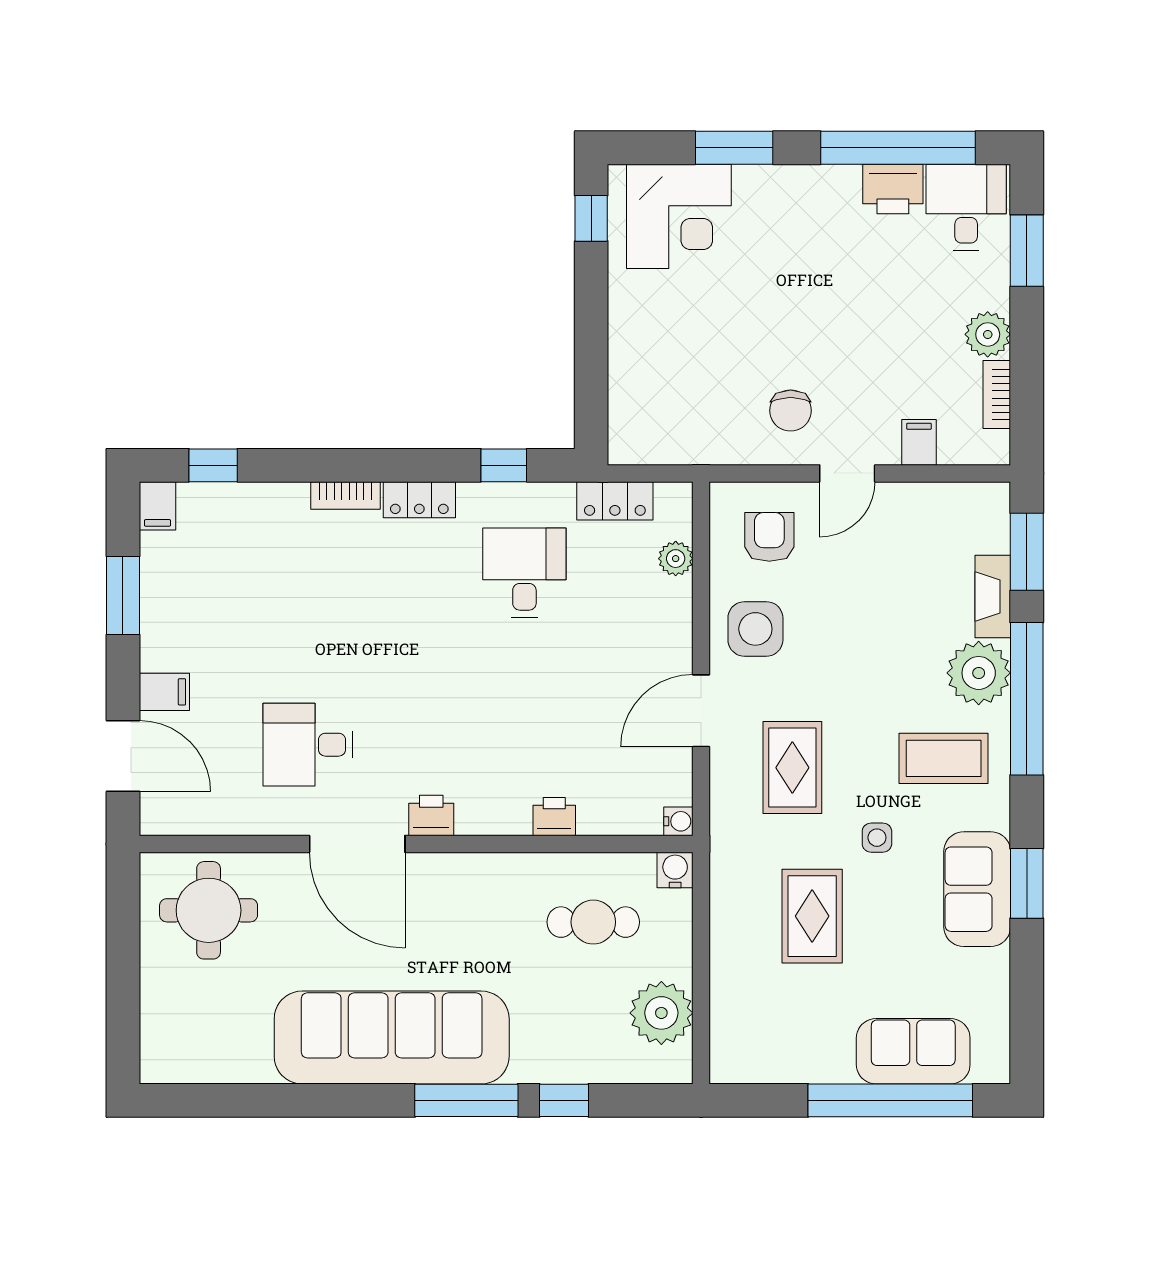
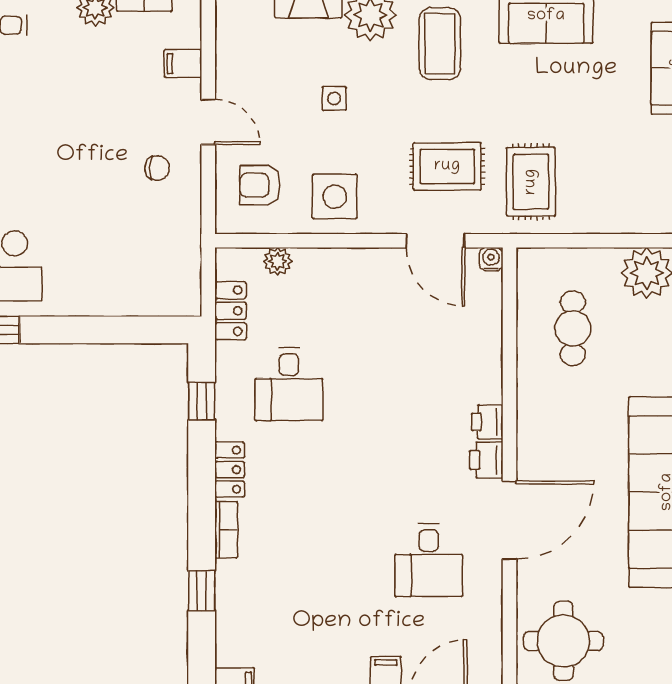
chair: (791, 411) -> (157, 168), width x0.73, depth x0.73
window: (213, 465) -> (202, 591), moved
desk: (524, 573) -> (289, 384), turned -90
door: (701, 711) -> (435, 241), moved
printer: (554, 817) -> (487, 422), moved
side table: (877, 838) -> (334, 98), moved
water cooler: (675, 870) -> (531, 262), removed
rug: (812, 916) -> (531, 182), moved, turned 90

